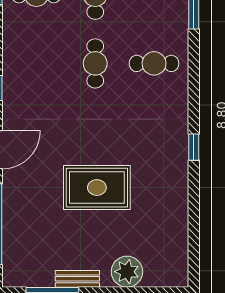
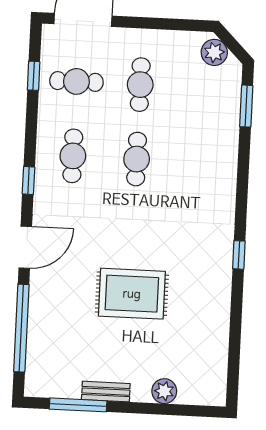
cafe table: (154, 63) -> (73, 156), moved, turned 90
plant: (127, 272) -> (164, 391), width x0.73, depth x0.73

